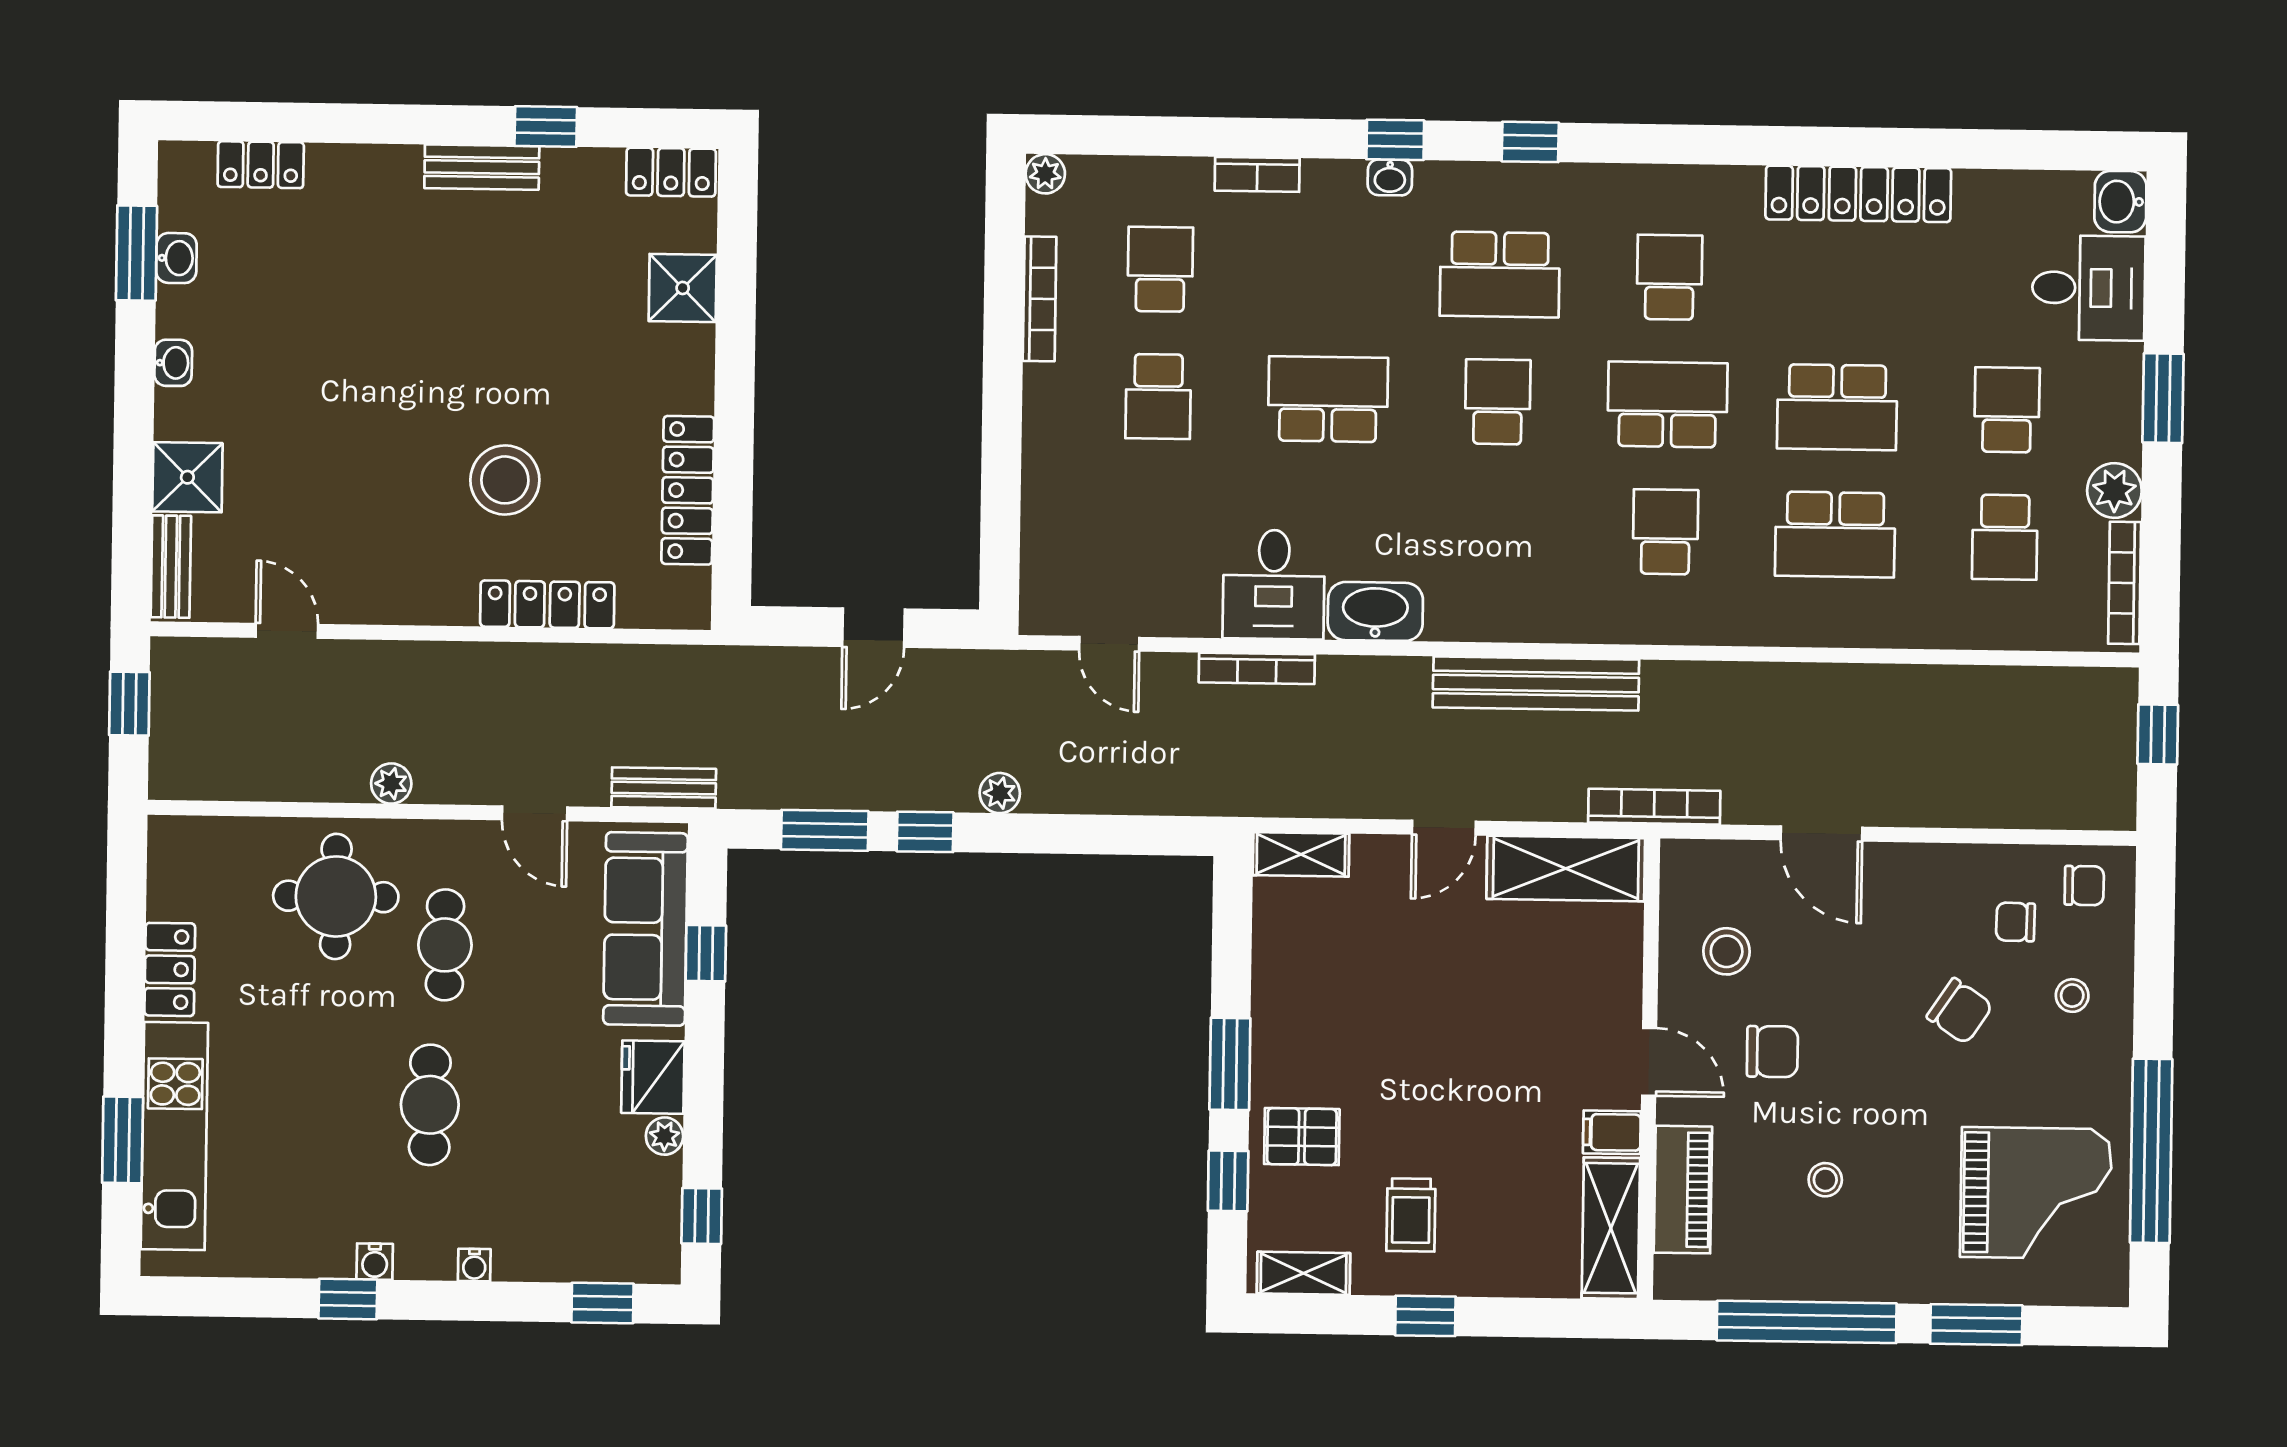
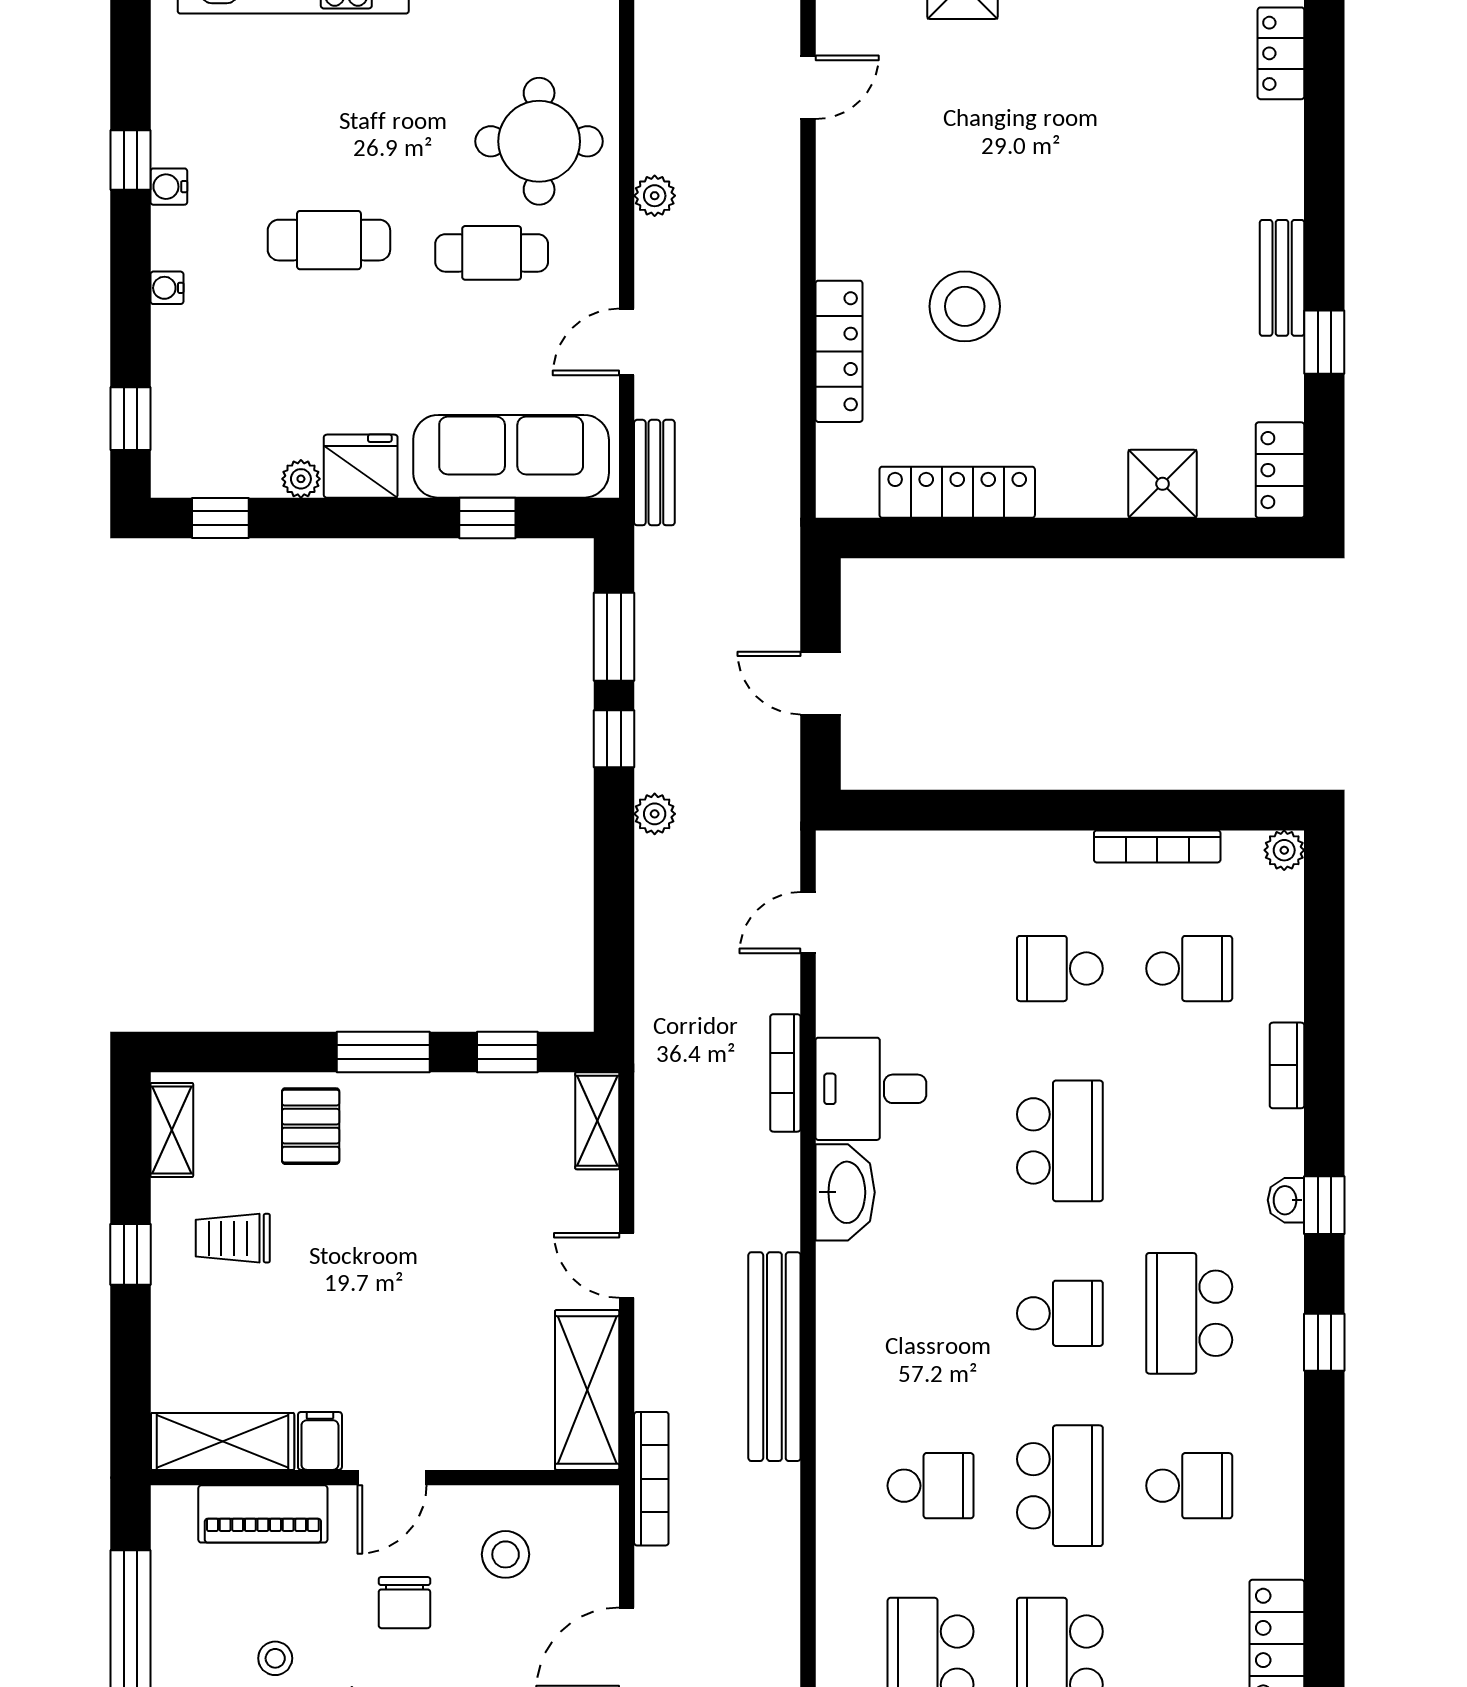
window: (1228, 1181) -> (507, 1052), moved

